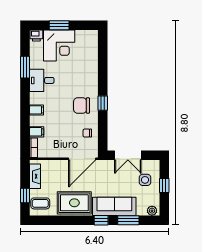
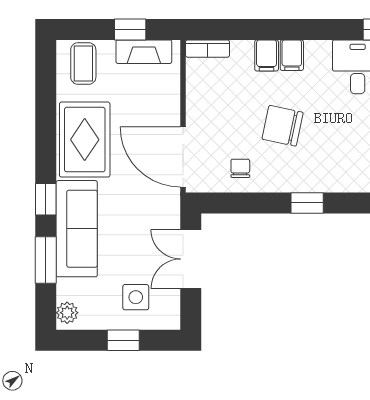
chair: (82, 106) -> (283, 126), moved, turned -78
filing cabinet: (37, 132) -> (267, 55), moved
window: (25, 195) -> (130, 29), moved

